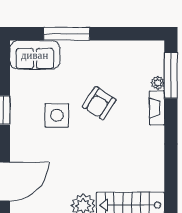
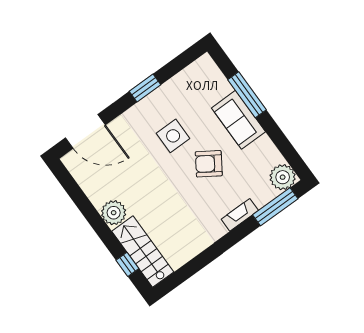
sofa: (35, 55) -> (238, 120), moved
plant: (158, 83) -> (283, 177), moved, width x1.88, depth x1.88

